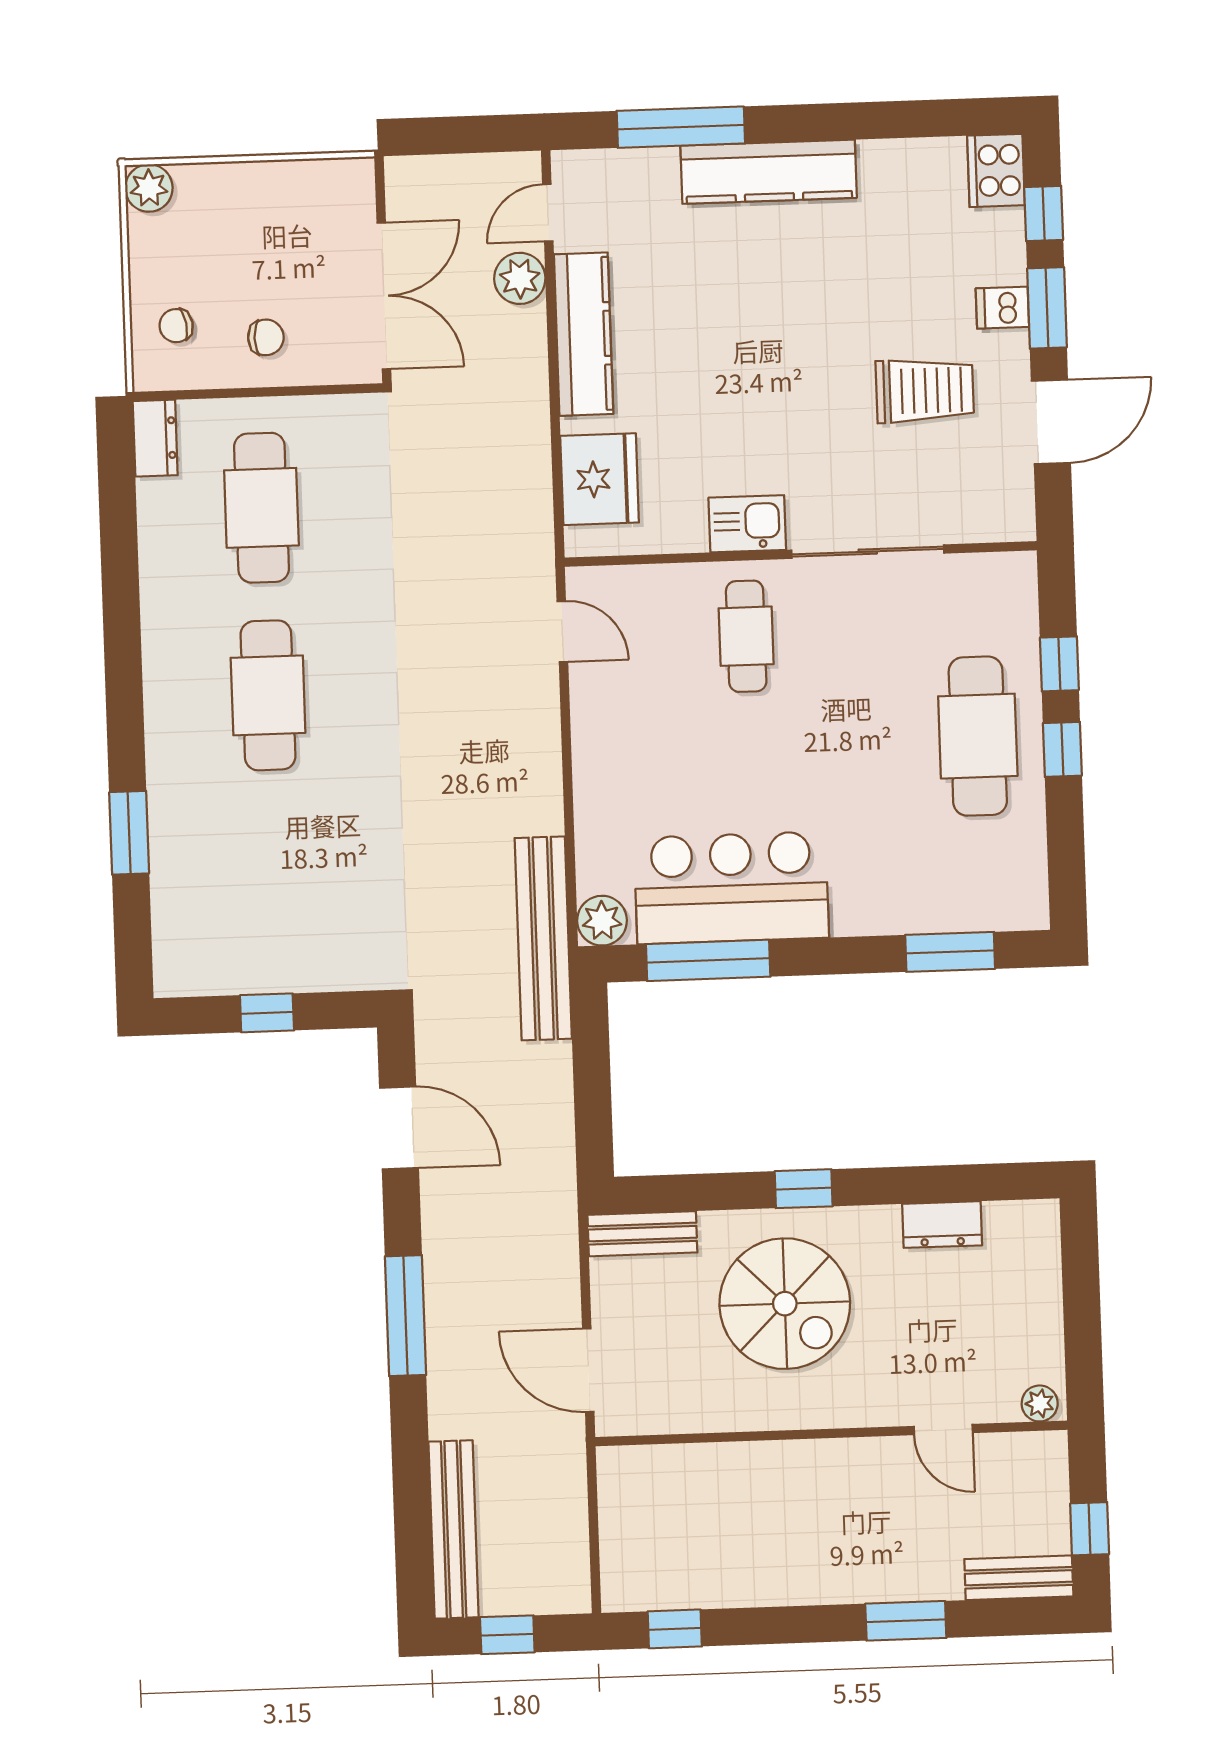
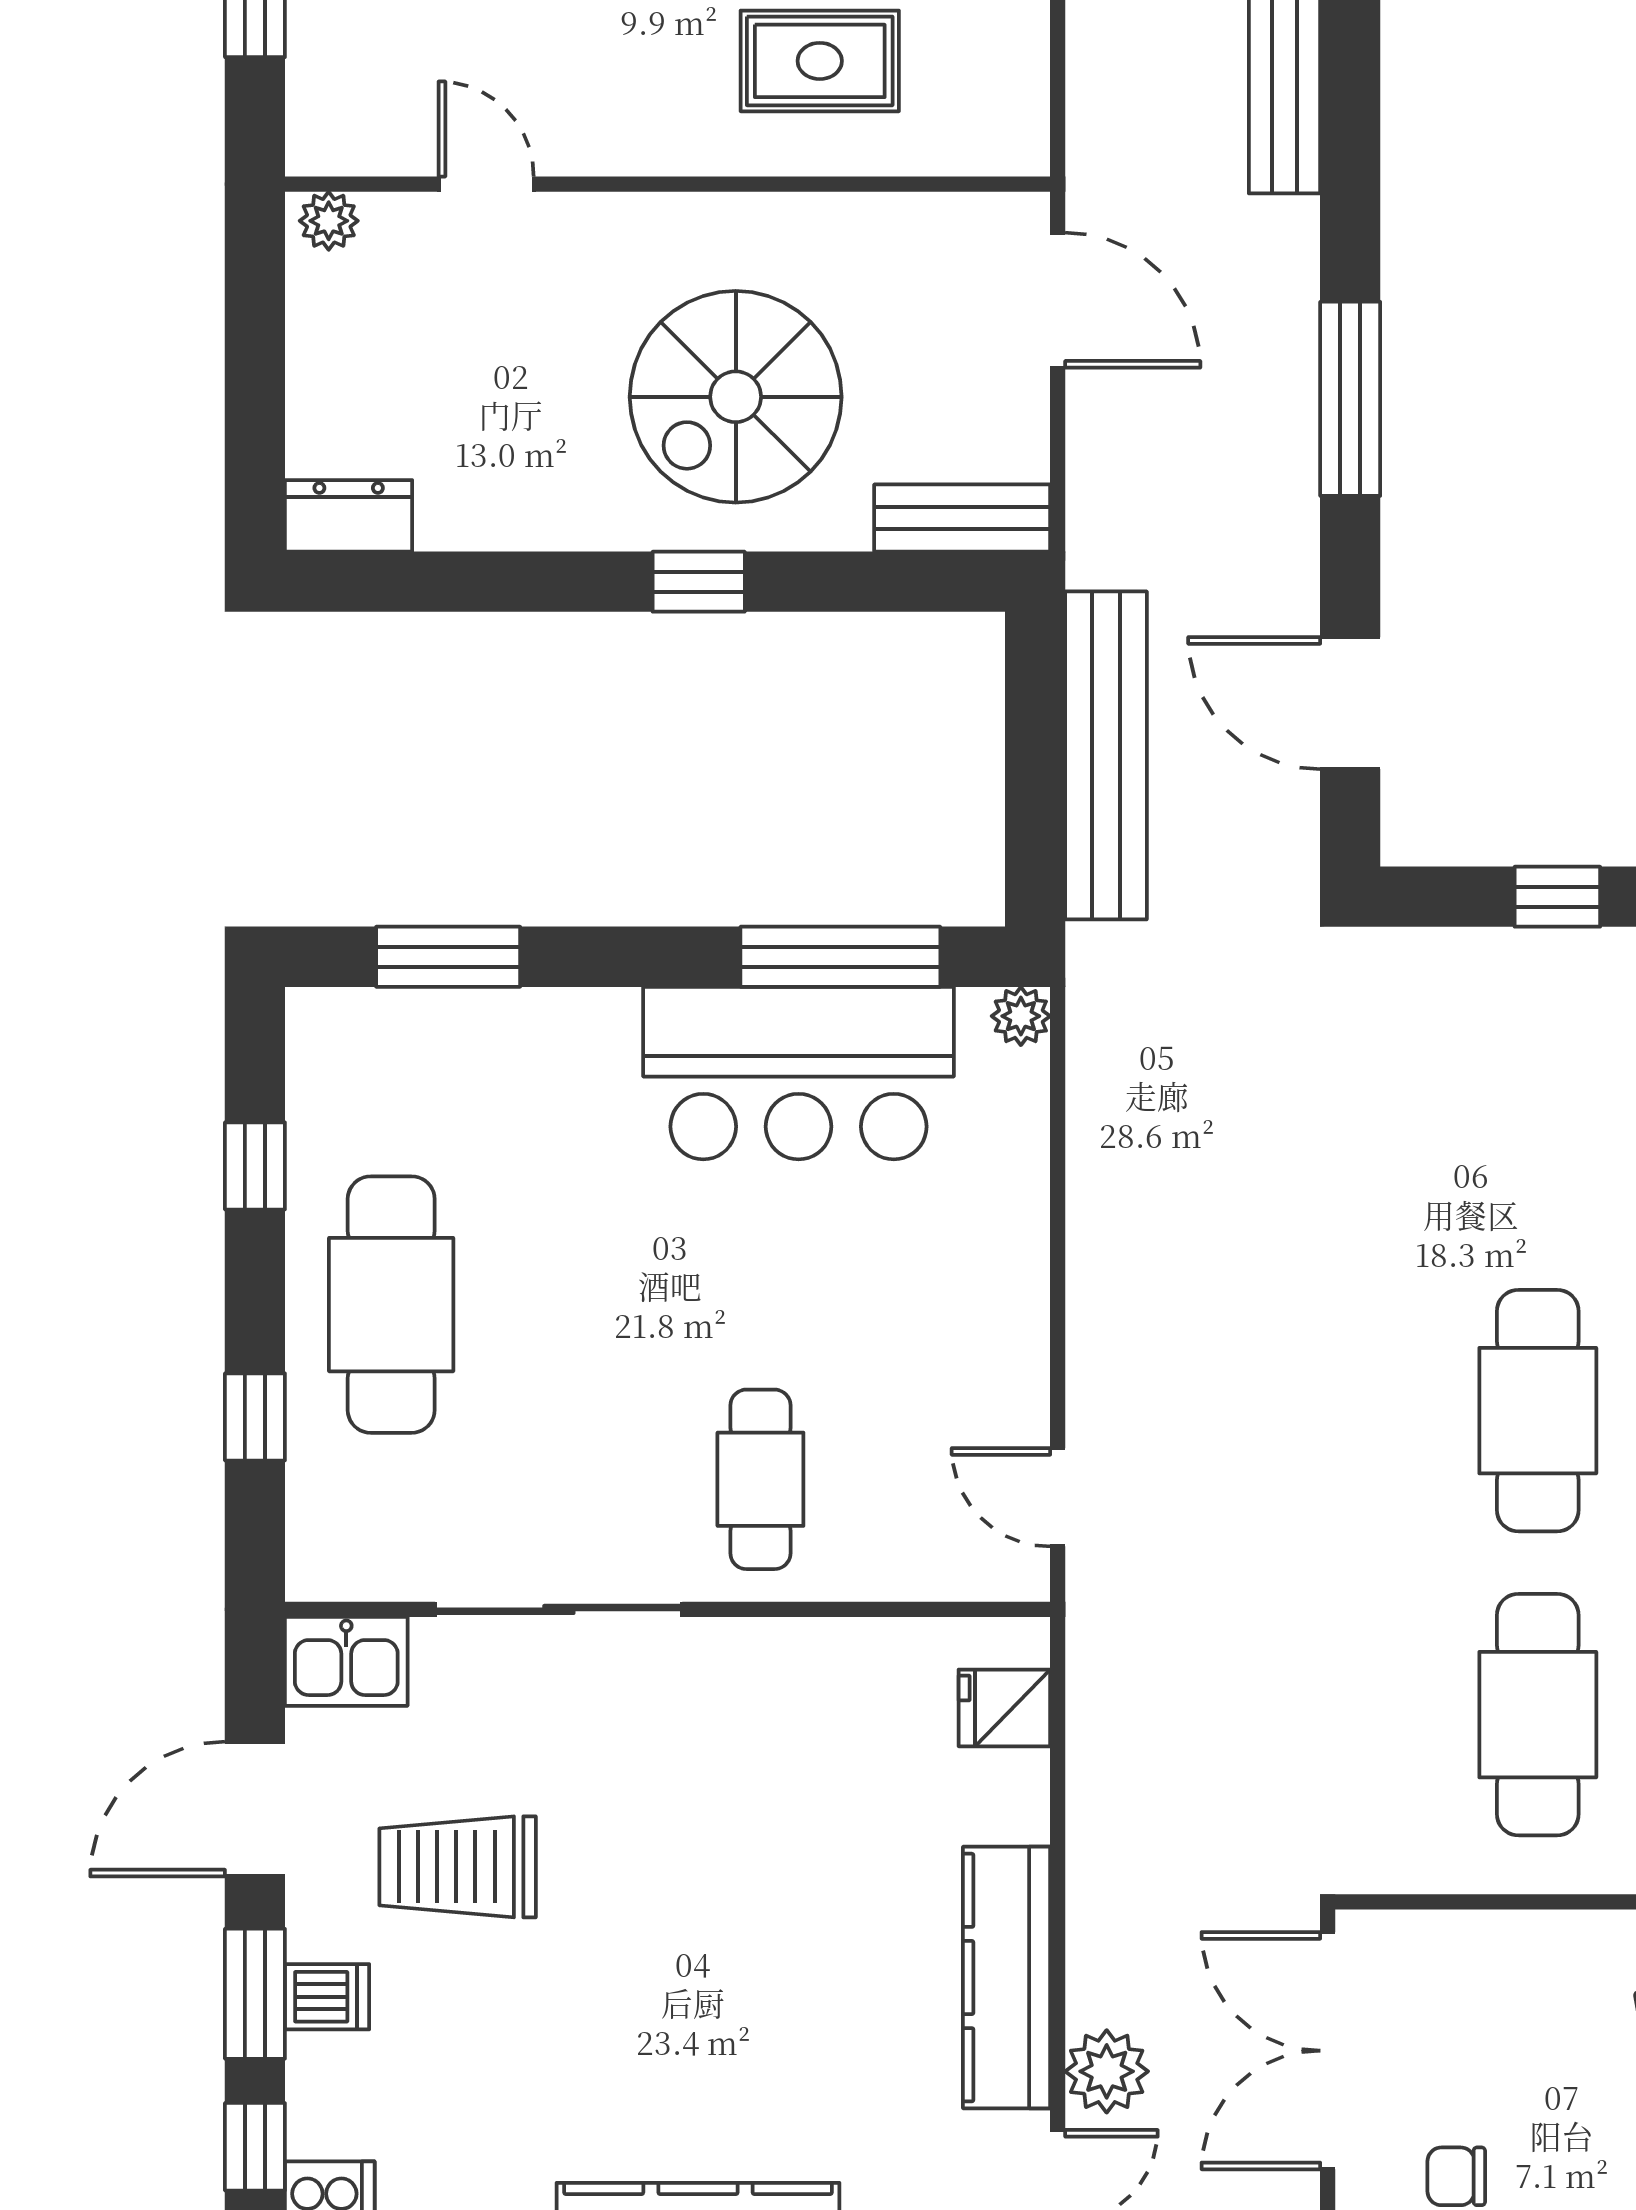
chair: (266, 337) -> (1456, 2176), moved
fridge: (600, 479) -> (1004, 1708), width x0.53, depth x0.75
kitchen sink: (747, 524) -> (346, 1661), moved
window: (1062, 749) -> (255, 1166), moved
plant: (602, 921) -> (1021, 1016), width x0.73, depth x0.73
bench: (543, 938) -> (1106, 755), moved
dresser: (942, 1225) -> (349, 516), moved
spiral stairs: (785, 1304) -> (736, 397), turned -90
rug: (740, 1513) -> (820, 61), added

